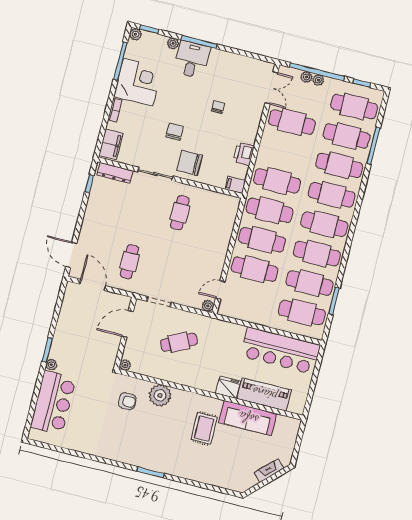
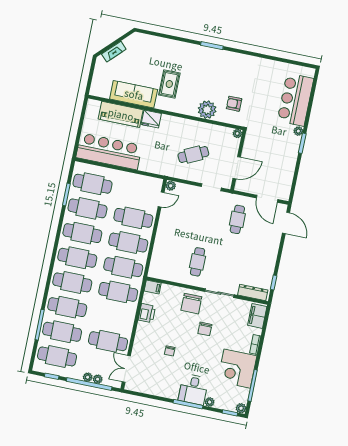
chair: (189, 163) -> (191, 304), turned 90

